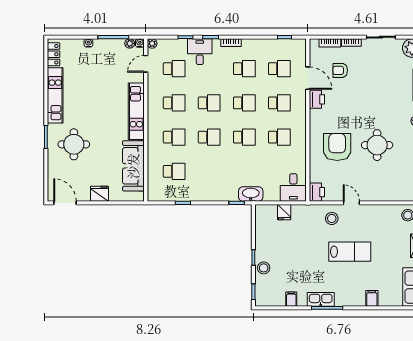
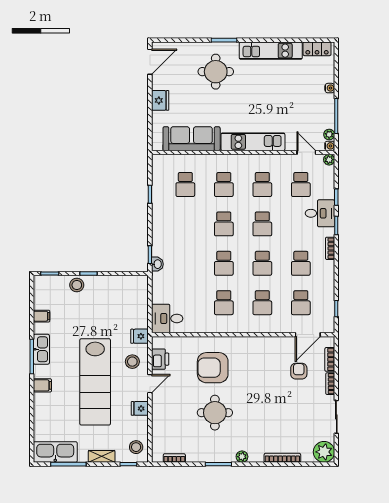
door: (308, 78) -> (308, 335), moved
printer: (317, 99) -> (266, 345), removed
armchair: (337, 147) -> (213, 368), turned 180
printer: (317, 192) -> (160, 359), moved, turned -90
washbasin: (251, 194) -> (157, 264), width x0.52, depth x0.69
fridge: (284, 212) -> (140, 336), moved
fridge: (373, 212) -> (140, 408), added
lab bench: (350, 252) -> (95, 382), width x1.86, depth x1.39
filing cabinet: (372, 298) -> (42, 385), moved

